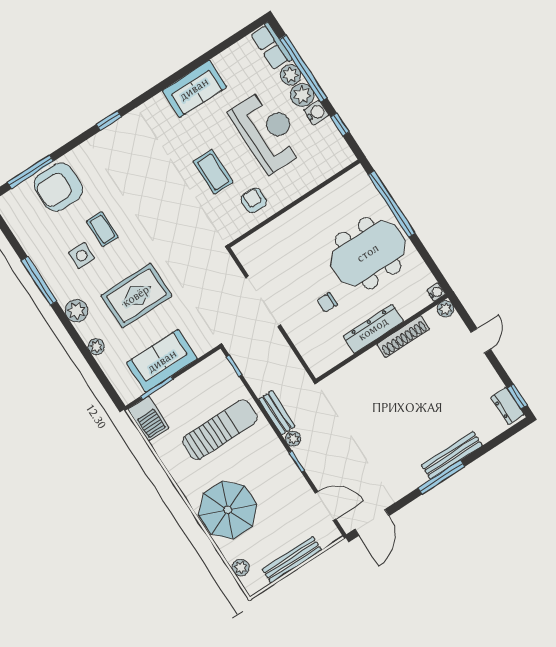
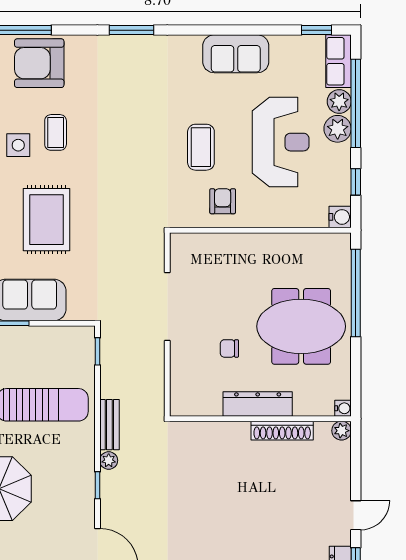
window: (241, 34) -> (317, 30), added
water cooler: (316, 113) -> (340, 217), moved
window: (109, 121) -> (131, 30), width x1.50
rug: (136, 296) -> (46, 220), turned 90
door: (481, 341) -> (356, 515), moved

